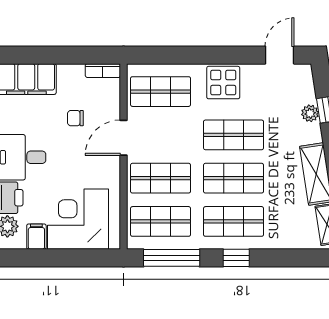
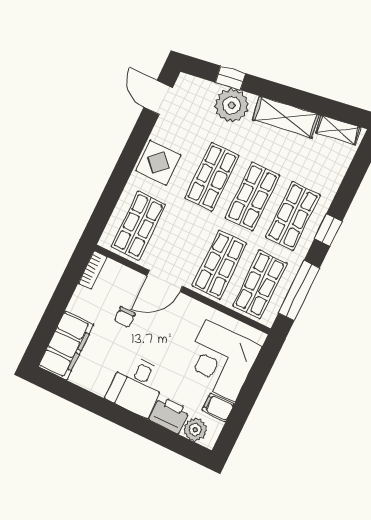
plant: (310, 113) -> (232, 105), width x1.87, depth x1.87
door: (124, 138) -> (165, 281), hinge flipped

